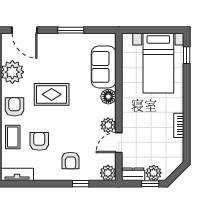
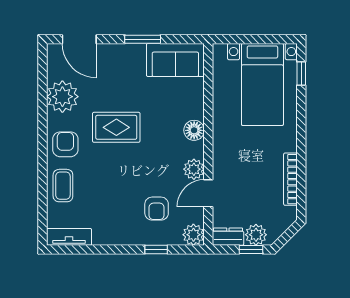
sofa: (104, 67) -> (175, 60), moved, turned -90
bookcase: (179, 125) -> (290, 179), width x1.56
armchair: (39, 141) -> (99, 192), removed
armchair: (71, 161) -> (157, 209), moved

